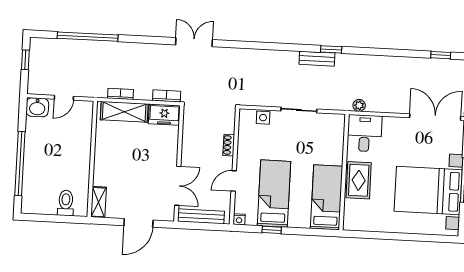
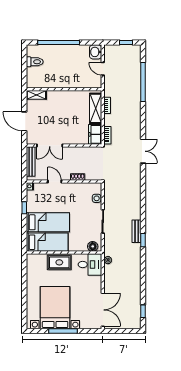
floor lamp: (337, 127) -> (93, 246), added
bed: (274, 194) -> (48, 222), moved
toilet: (66, 203) -> (35, 62), moved

